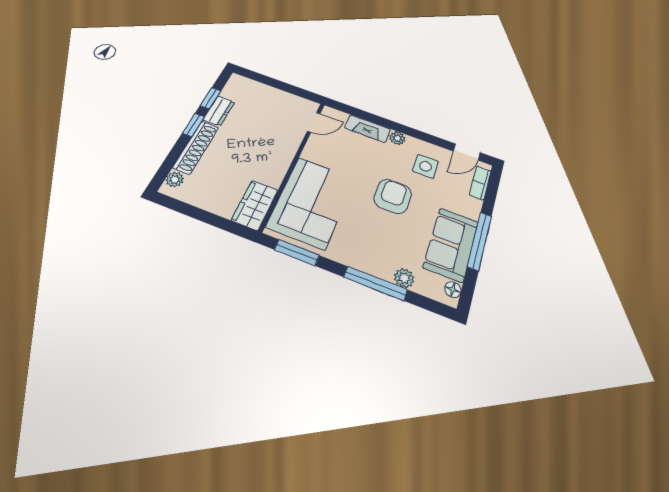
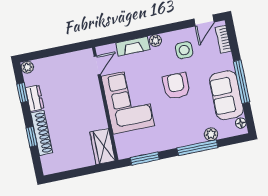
window: (193, 125) -> (32, 137), moved
plant: (175, 179) -> (27, 67), moved
corner sofa: (311, 202) -> (128, 101), moved

